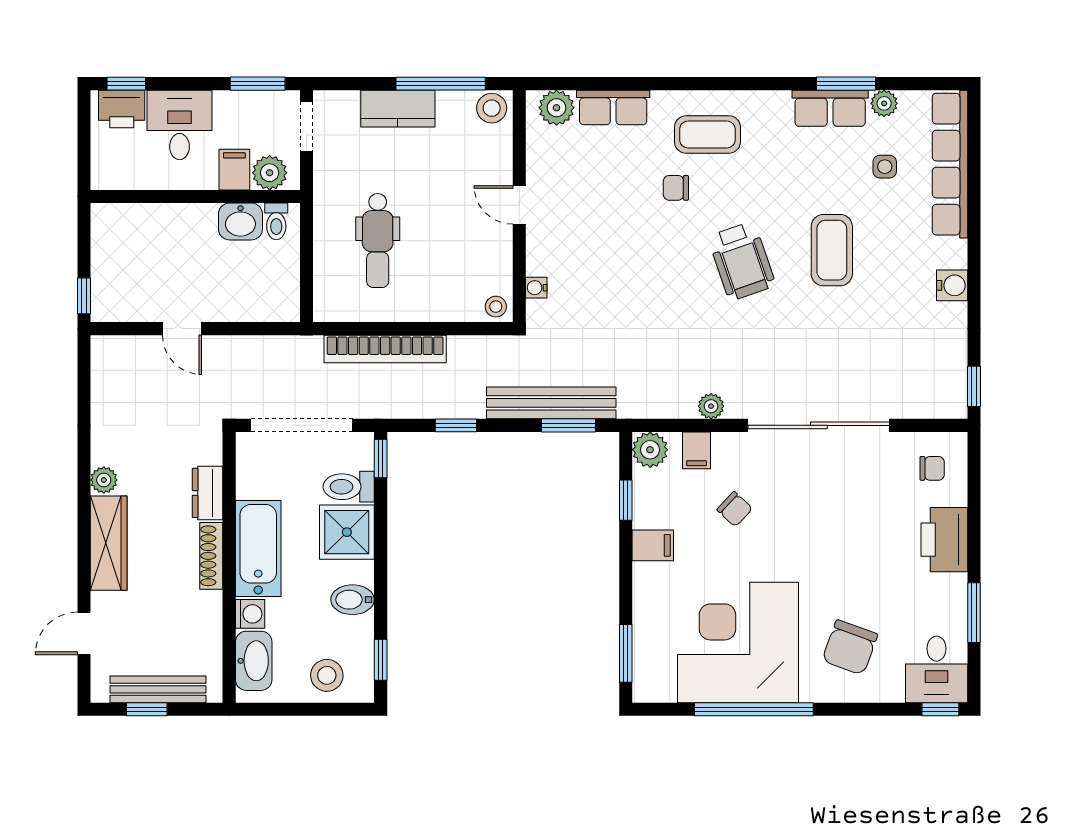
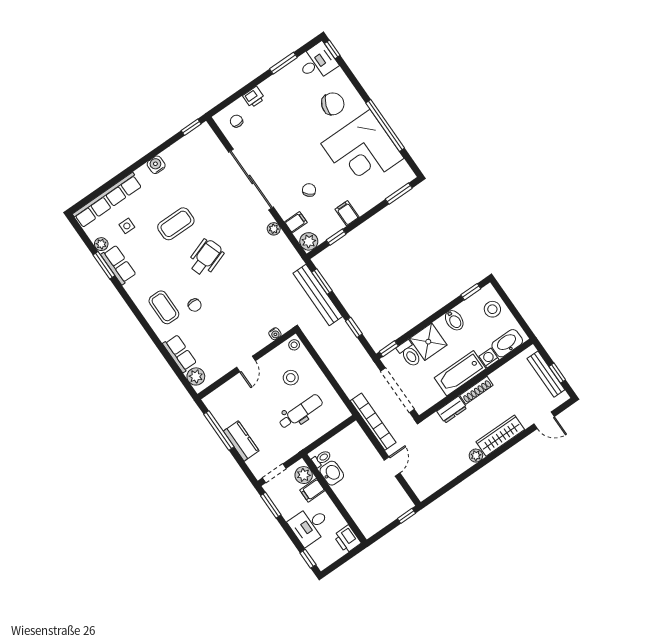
stool: (492, 108) -> (291, 378), moved
printer: (122, 109) -> (347, 539), moved, turned 180
bookcase: (385, 349) -> (373, 422), moved
printer: (944, 540) -> (254, 97), width x0.53, depth x0.68

